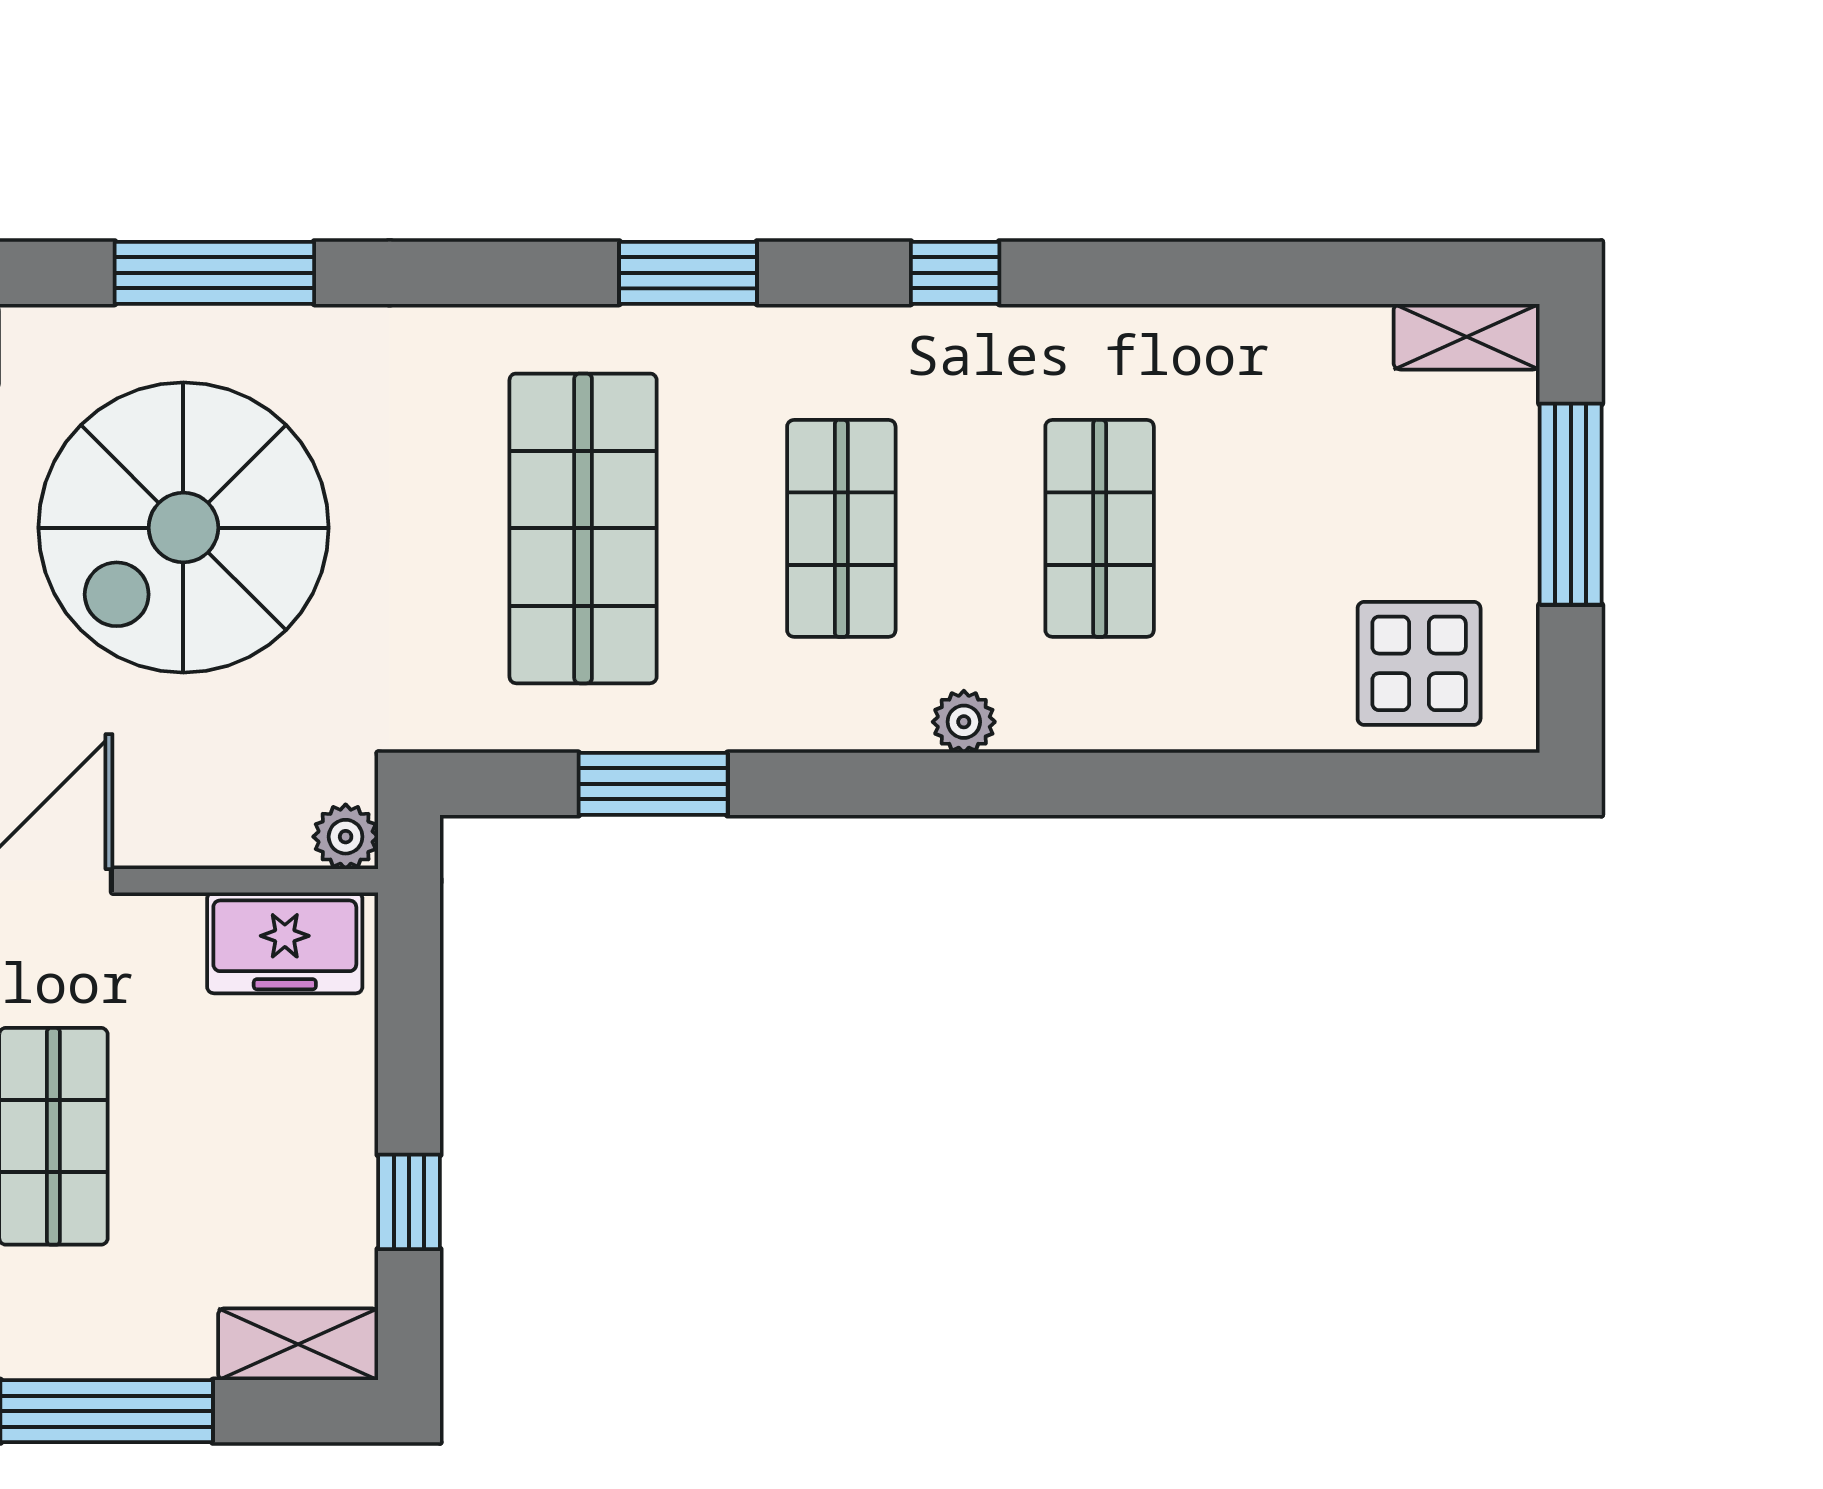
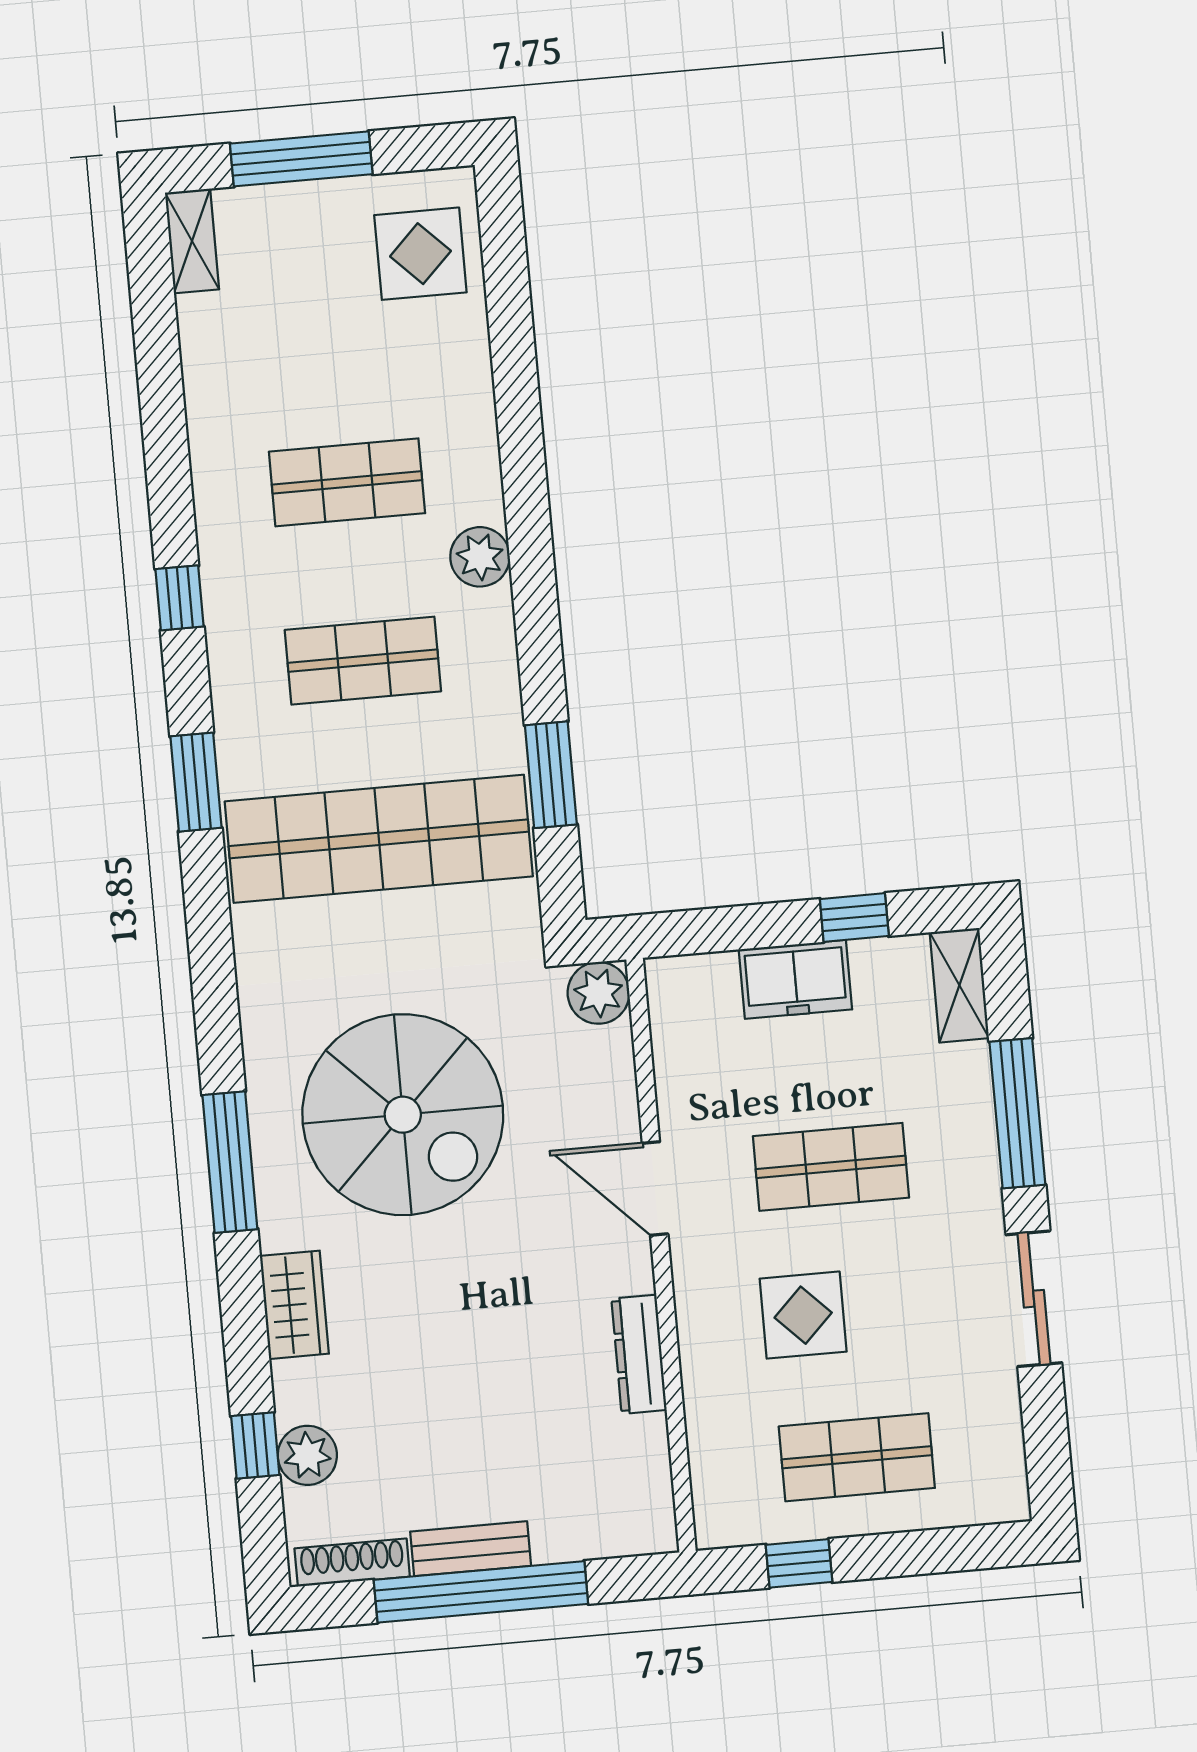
window: (214, 273) -> (230, 1162), moved
shop shelf: (583, 528) -> (379, 839), width x1.40
plant: (964, 722) -> (480, 557), width x1.38, depth x1.38
plant: (346, 837) -> (599, 993), width x1.38, depth x1.38
freezer: (285, 943) -> (795, 979), moved, turned 90

